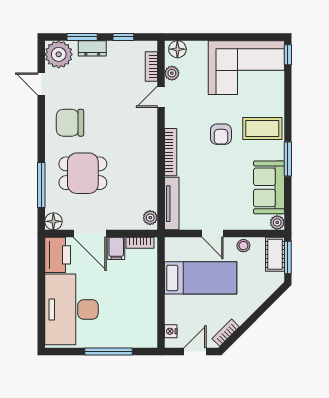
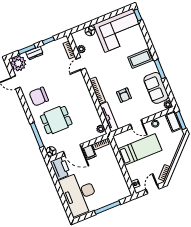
floor lamp: (177, 49) -> (90, 31), moved
armchair: (221, 134) -> (124, 95), moved

